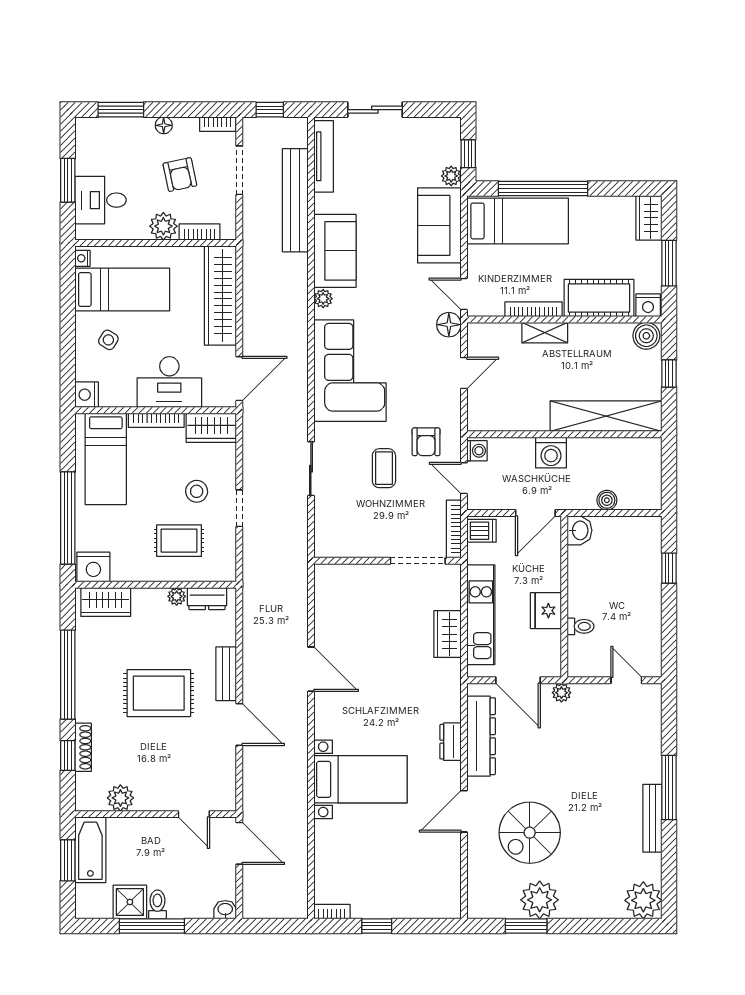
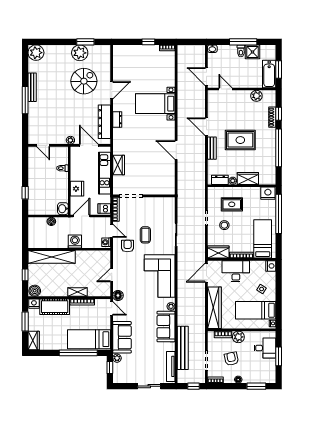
wardrobe: (106, 602) -> (248, 178), moved
fridge: (546, 611) -> (77, 189), moved

